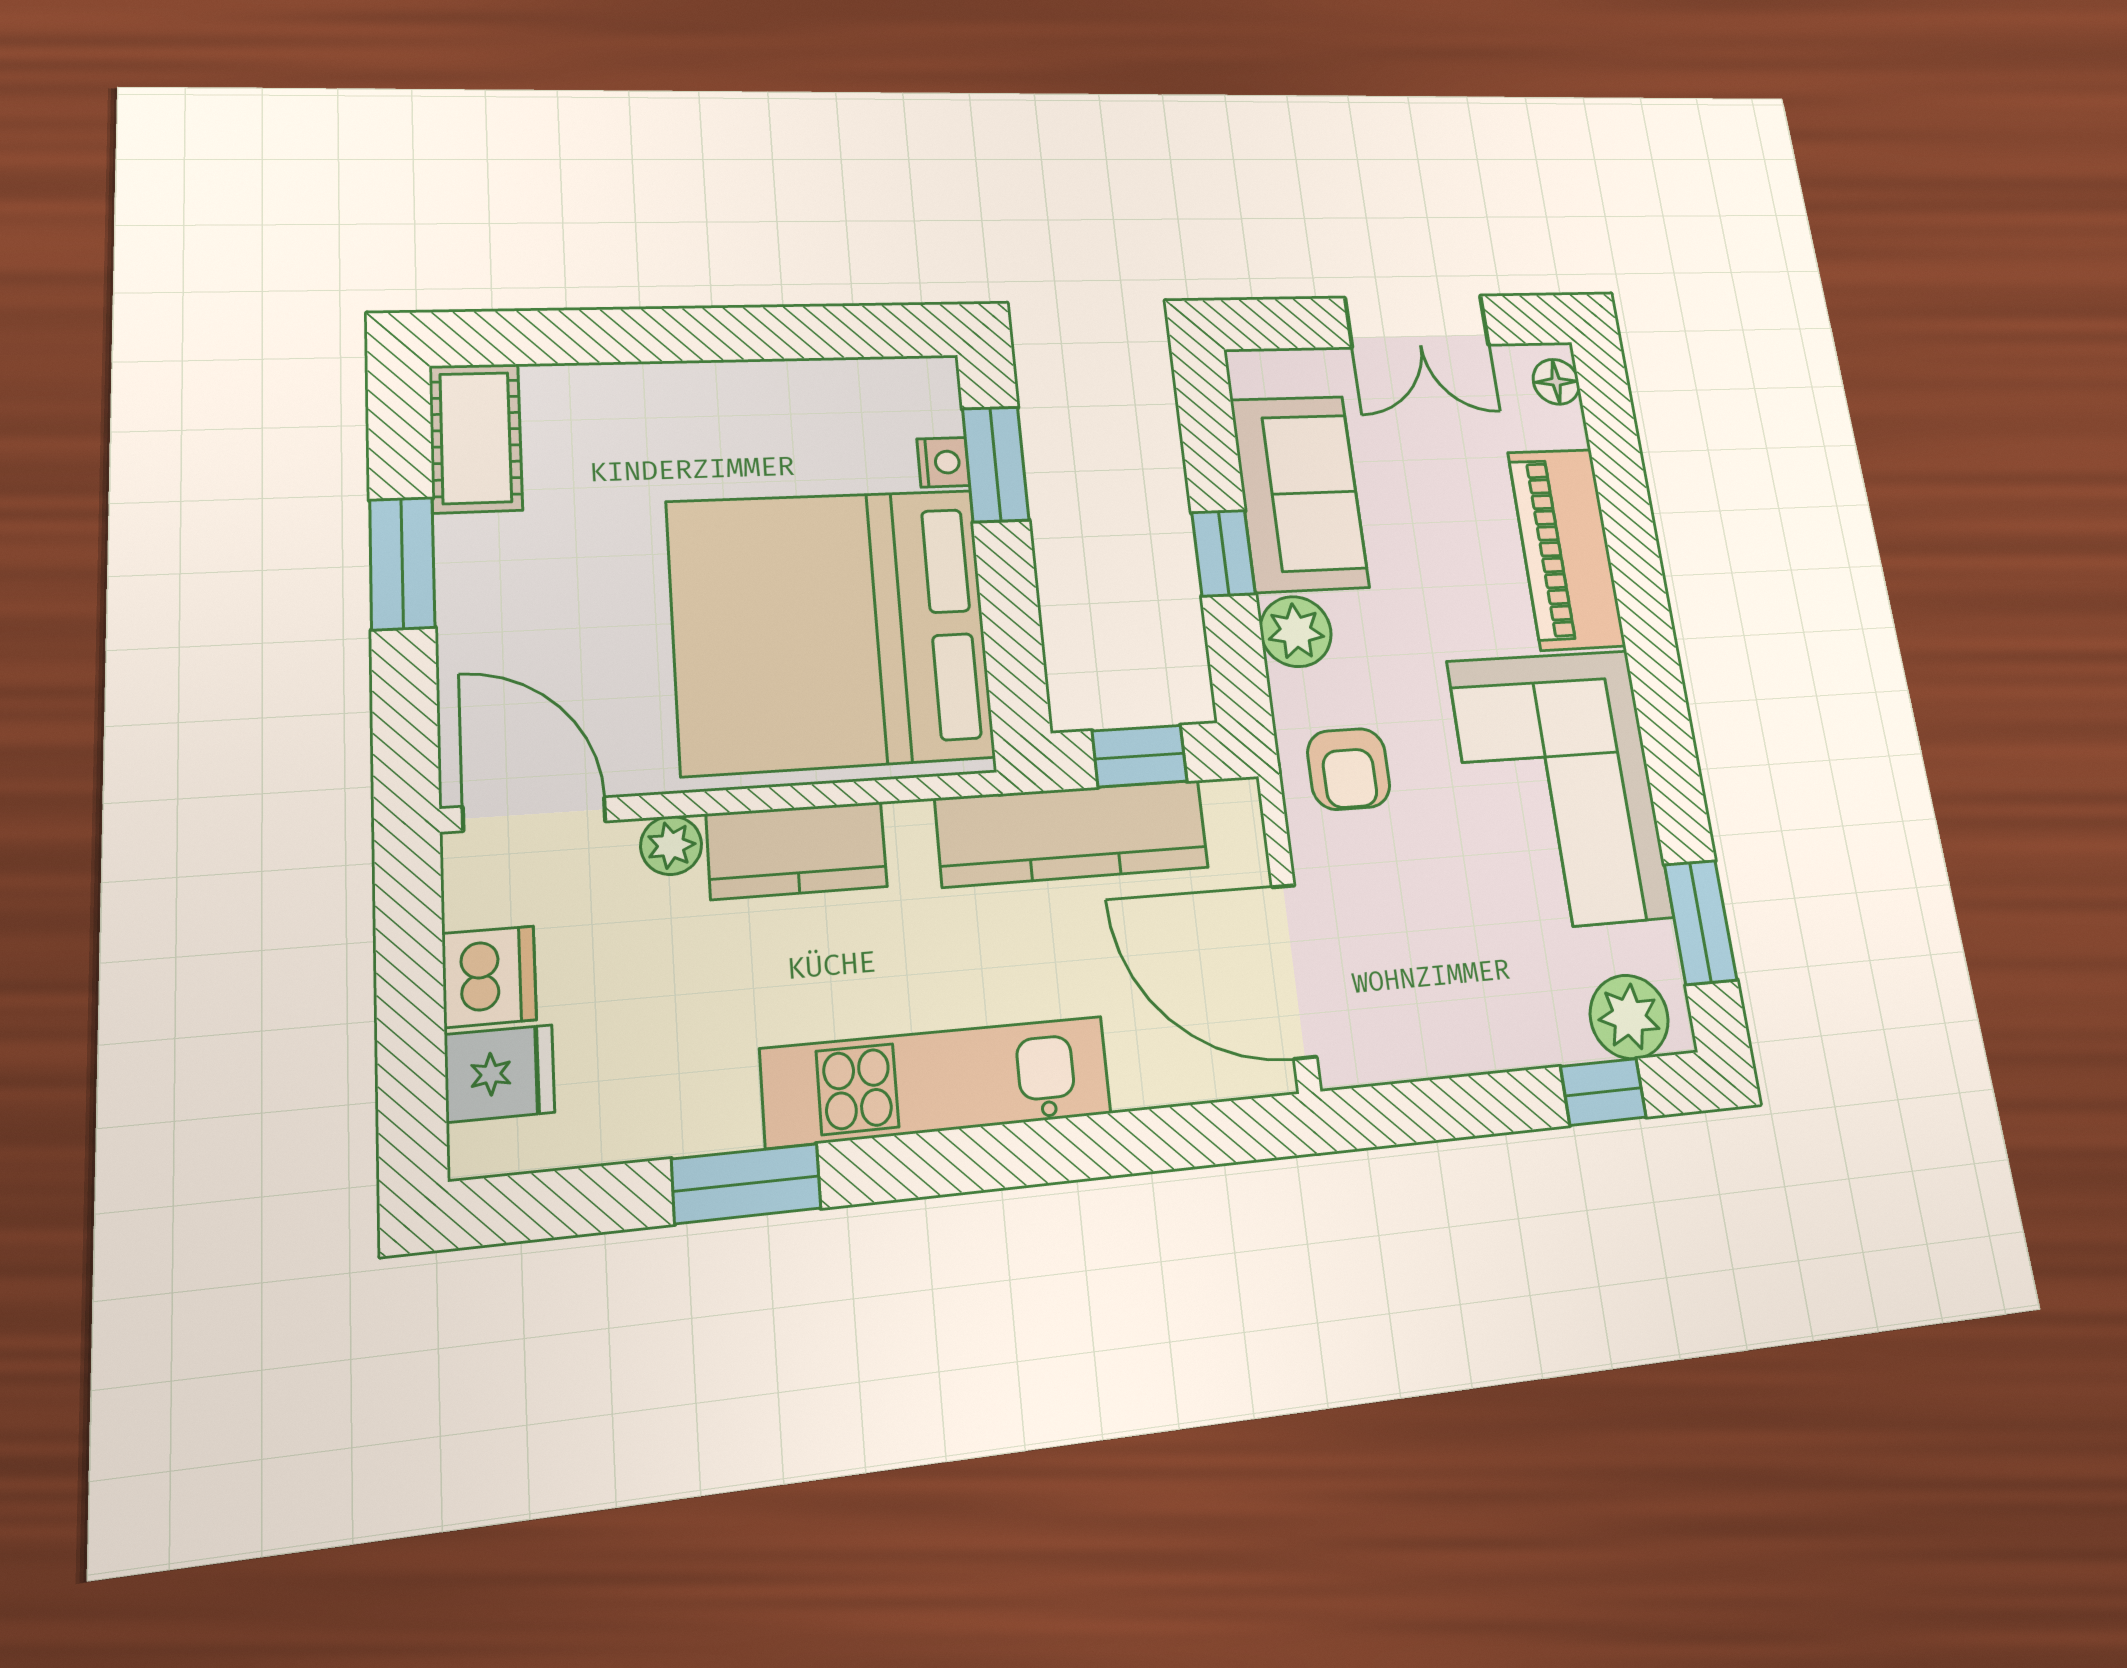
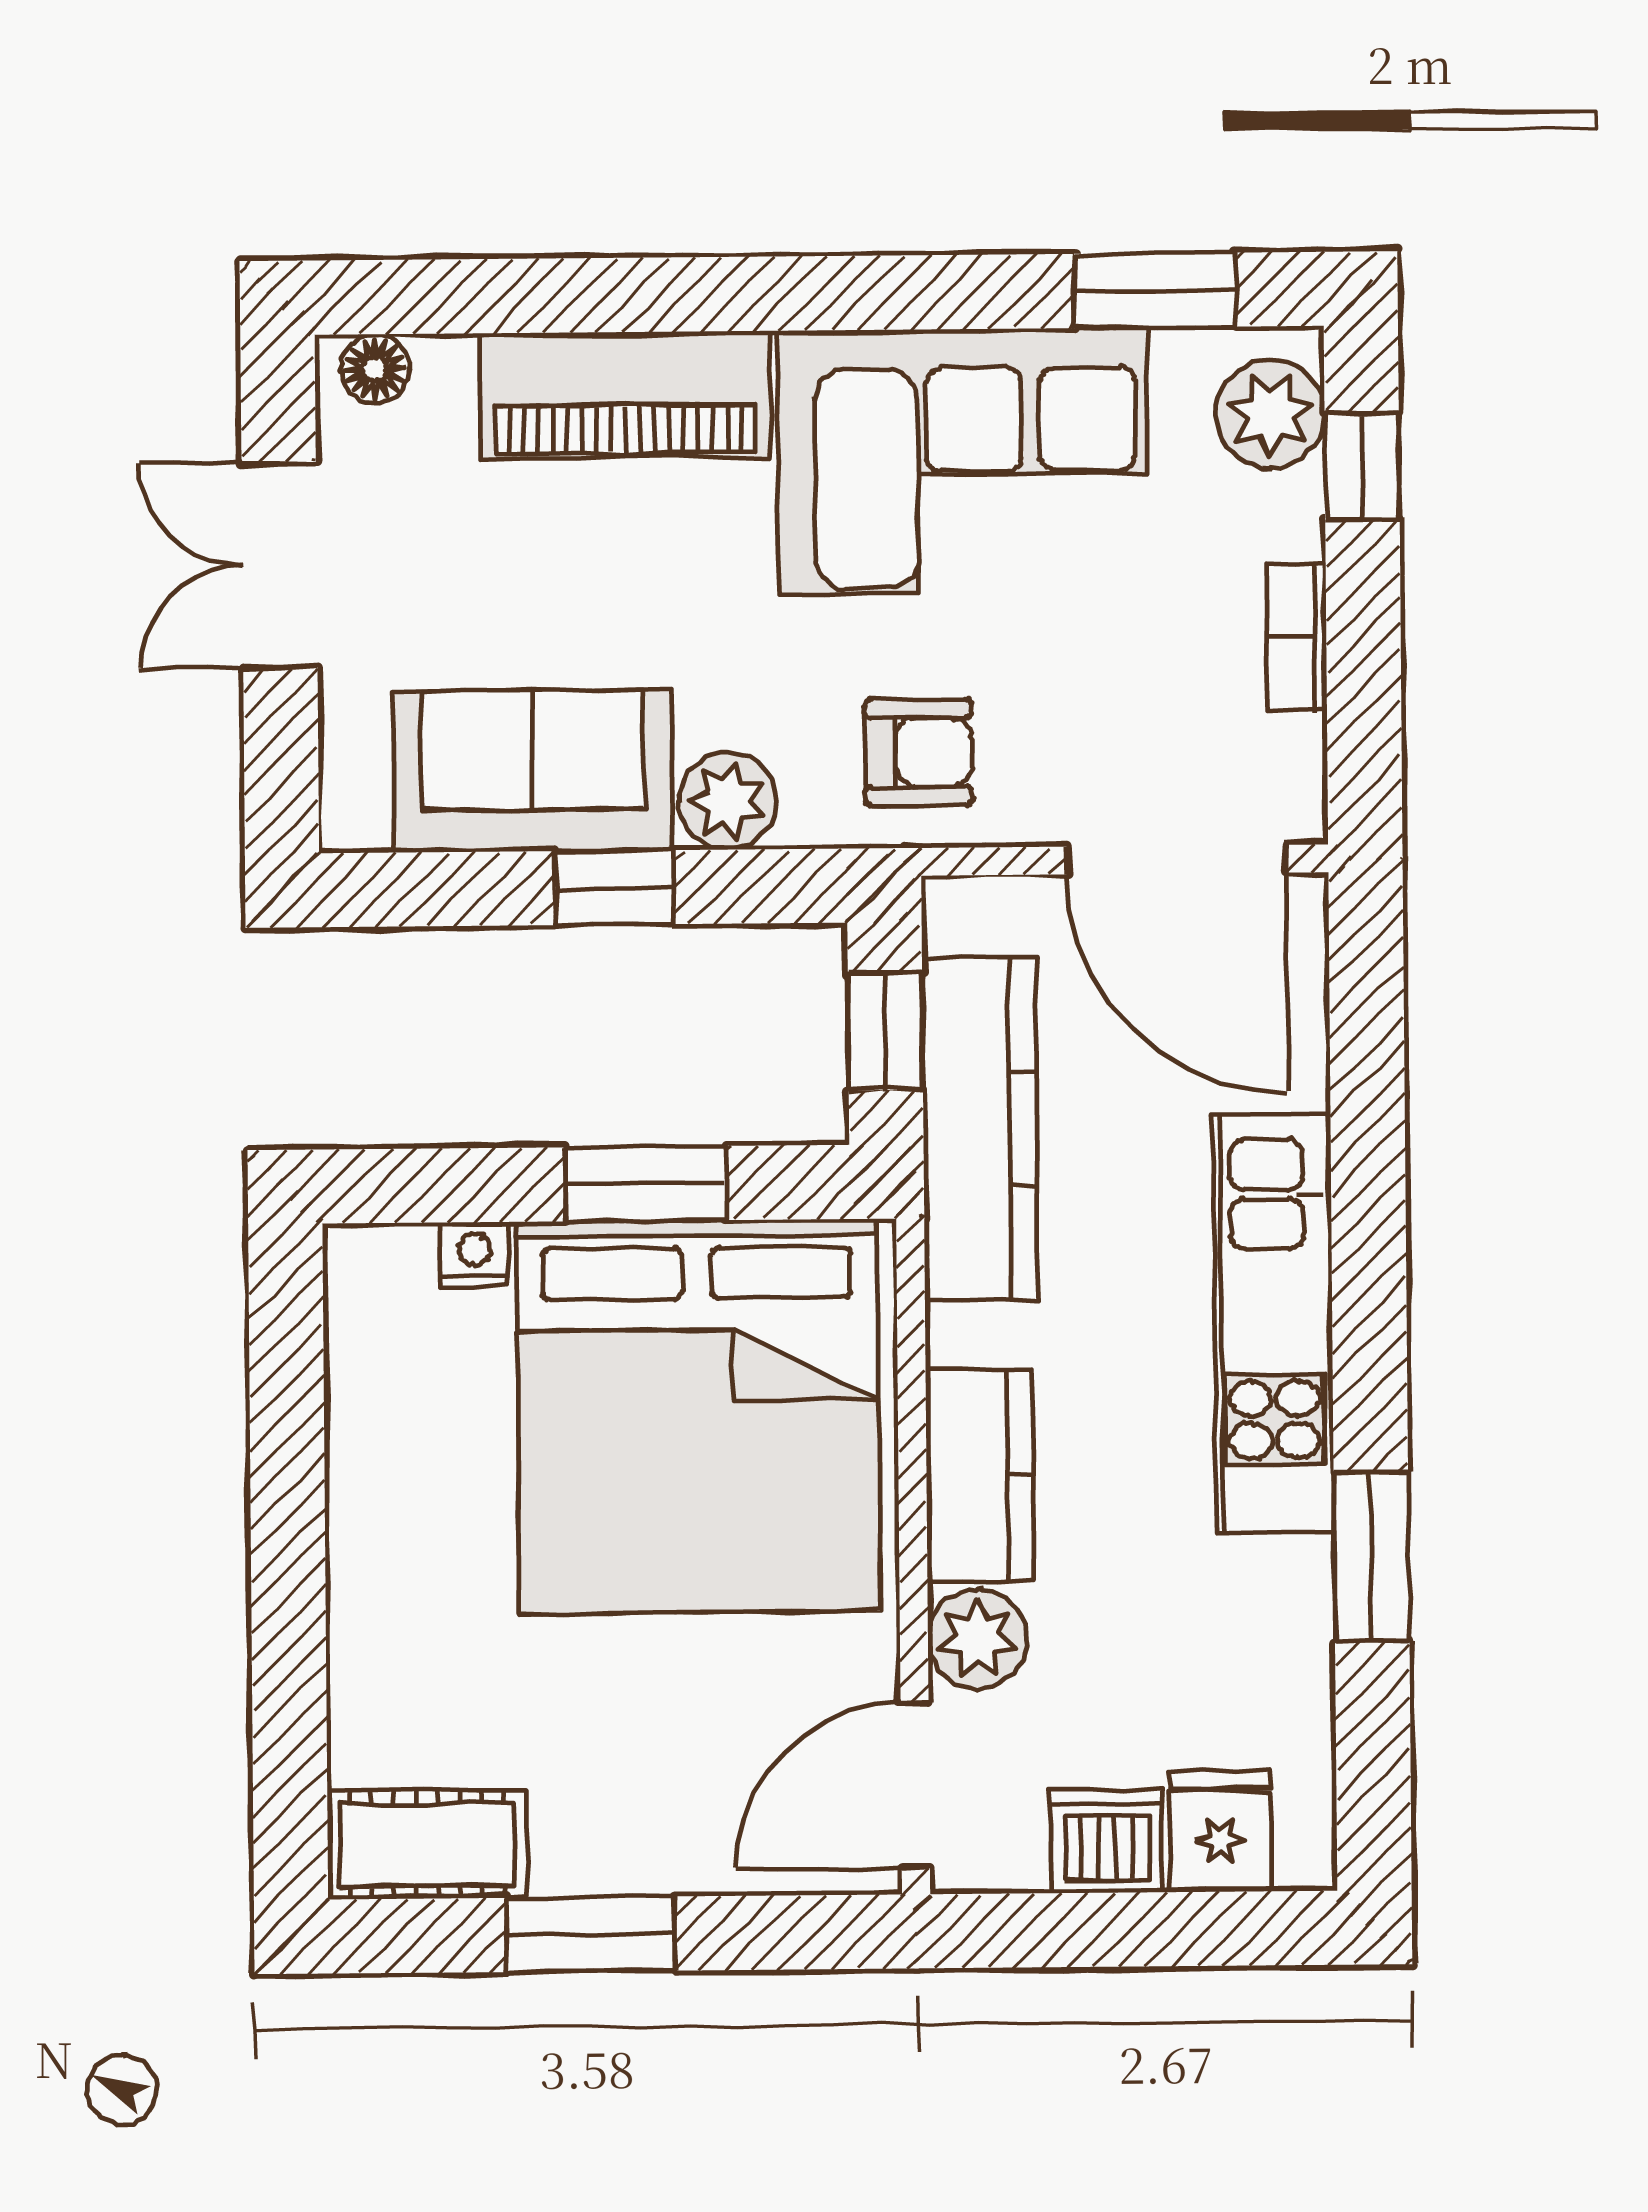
double door: (1417, 321) -> (279, 565), swing flipped
window: (996, 464) -> (646, 1184), moved
plant: (671, 845) -> (977, 1639), width x1.38, depth x1.38
door: (1294, 971) -> (1176, 860), hinge flipped
bookcase: (1472, 1052) -> (1297, 637), added

